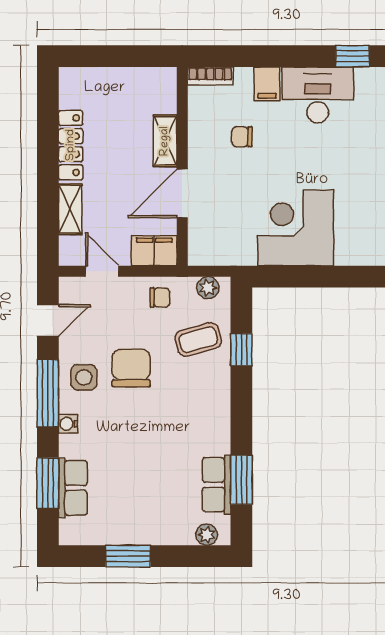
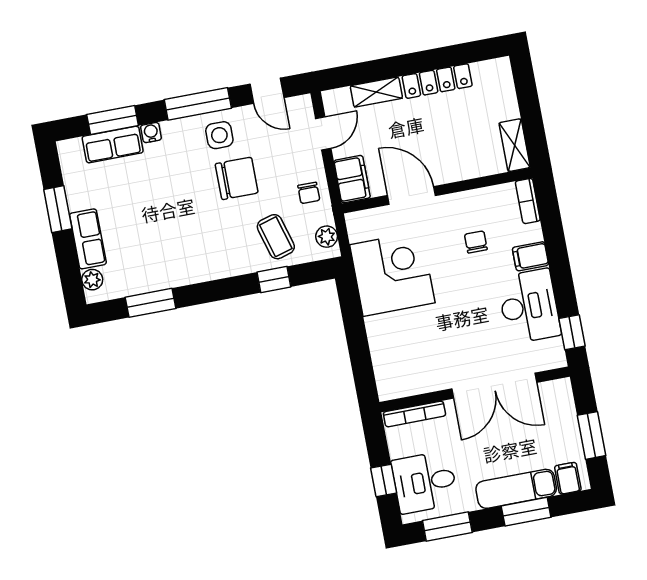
shelving: (165, 141) -> (515, 145), moved, turned 90
corner desk: (296, 228) -> (392, 274), moved
water cooler: (68, 424) -> (151, 133), moved
row of seats: (217, 485) -> (88, 239), moved, turned 90

